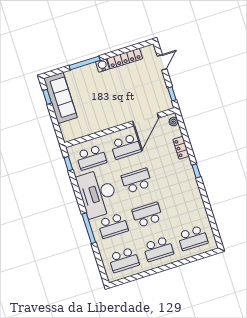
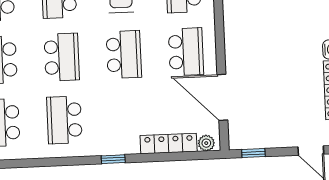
school desk: (126, 147) -> (186, 52), turned 180
locker: (181, 148) -> (169, 144), width x1.53
school desk: (182, 204) -> (64, 120), added

